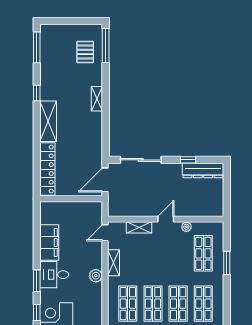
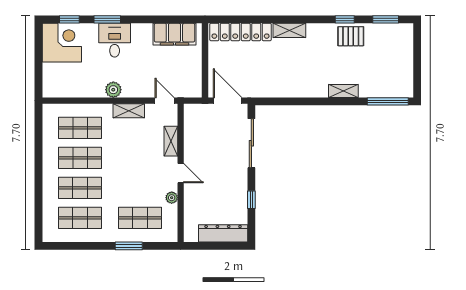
window: (37, 47) -> (386, 19), width x0.69
pallet: (85, 52) -> (351, 36), moved
window: (37, 93) -> (345, 19), moved
shelving: (97, 99) -> (343, 91), moved
shelving: (48, 121) -> (289, 30), width x0.67, depth x0.75
dresser: (203, 170) -> (223, 233), moved, turned 90
filing cabinet: (49, 242) -> (174, 34), moved

